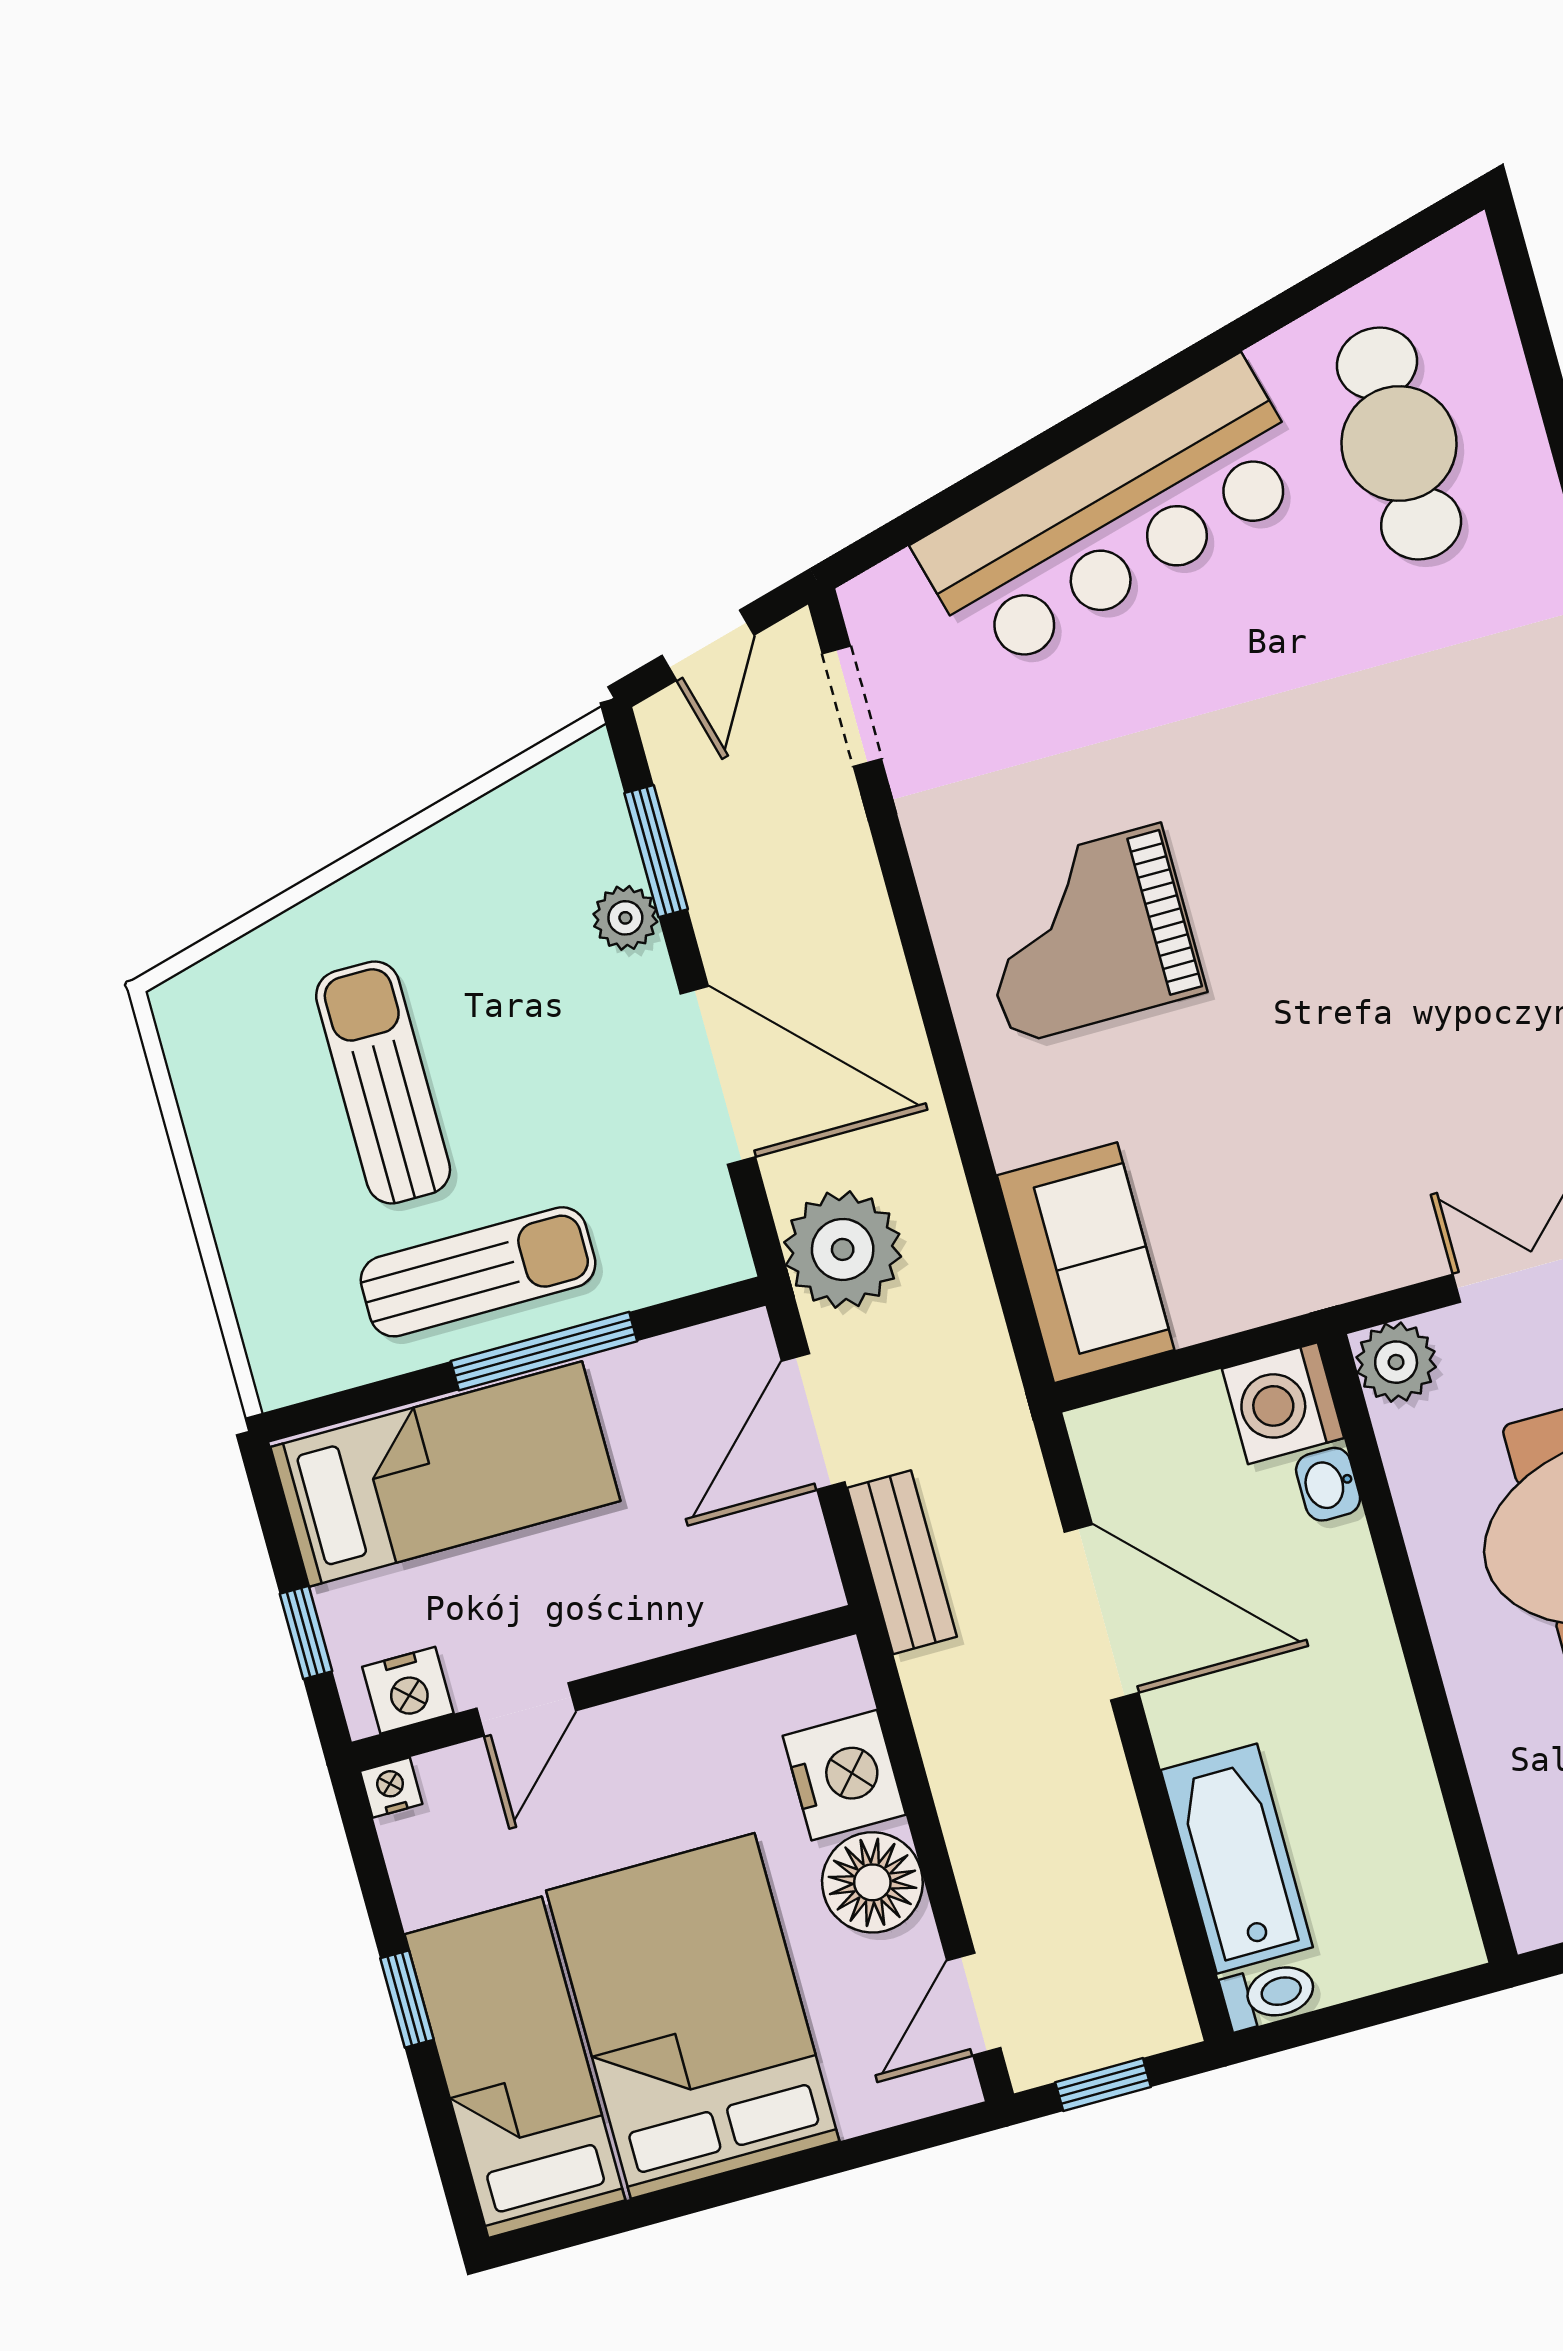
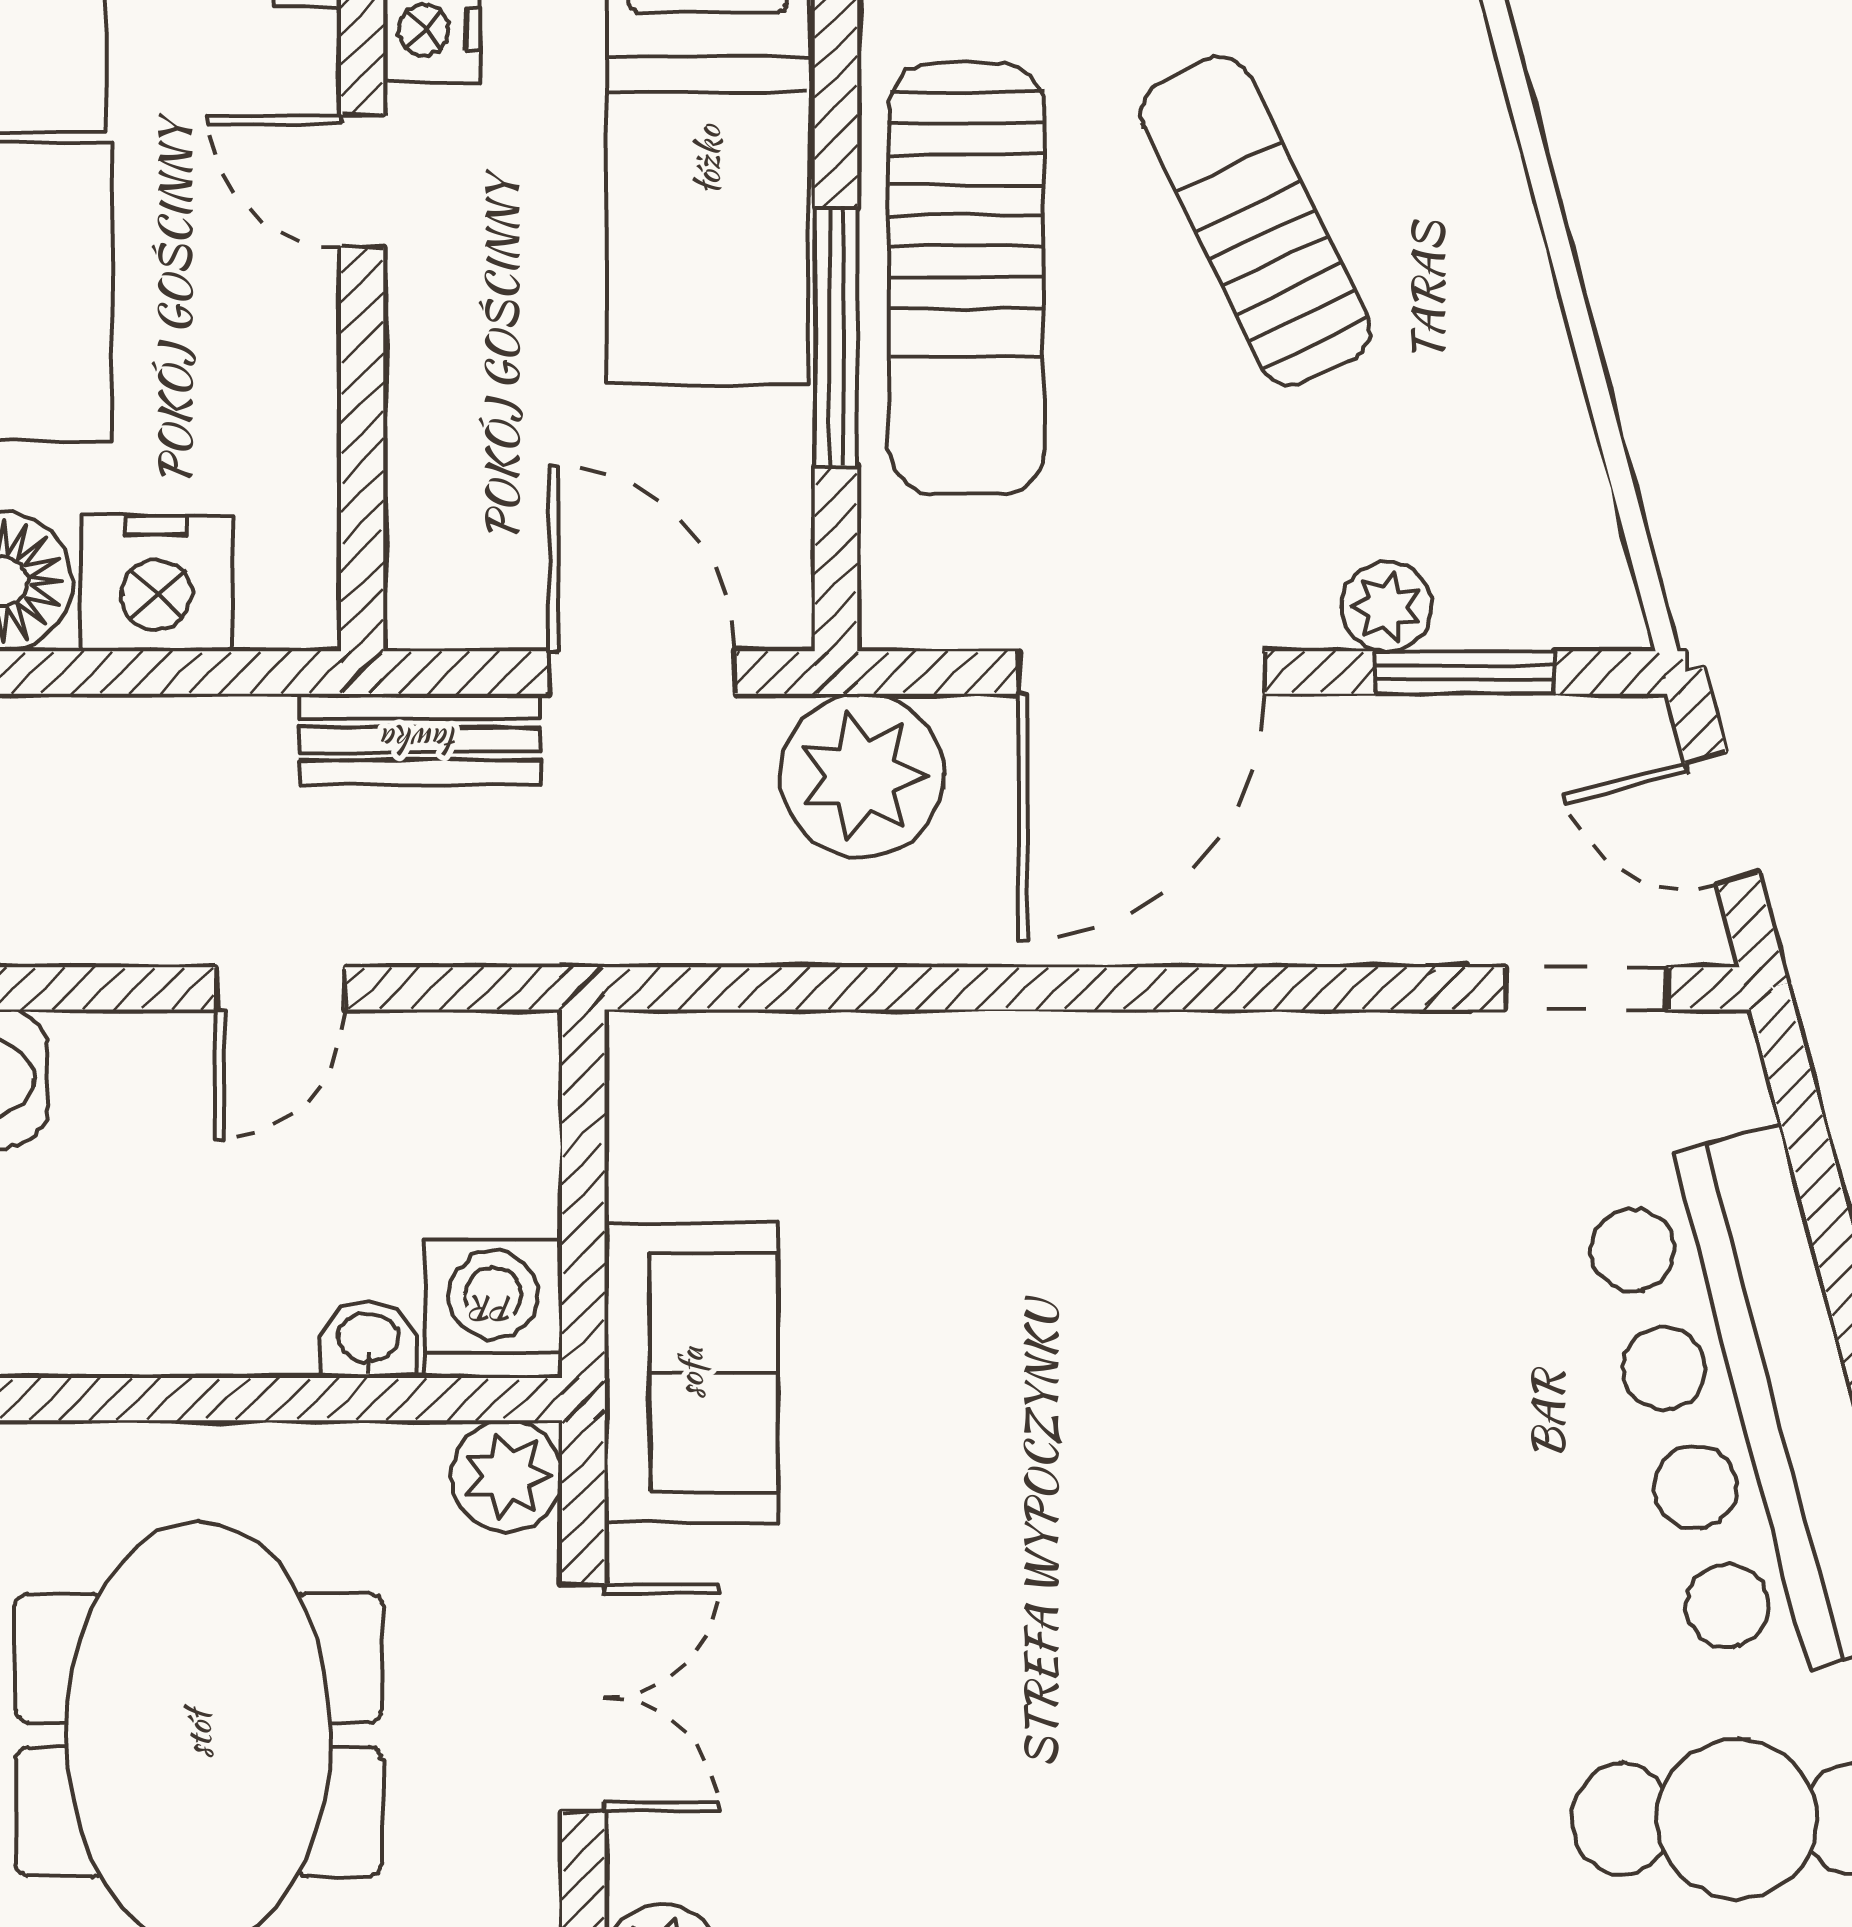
grand piano: (1086, 934) -> (1195, 1218), removed
sun lounger: (383, 1082) -> (1256, 221), turned -116
sofa: (1086, 1263) -> (691, 1373), moved, turned -90
sun lounger: (478, 1272) -> (967, 278), width x1.36, depth x1.34
door: (1101, 1612) -> (280, 988), width x0.53

